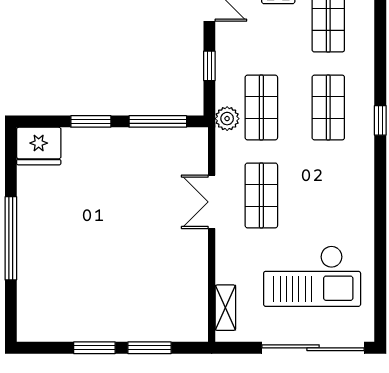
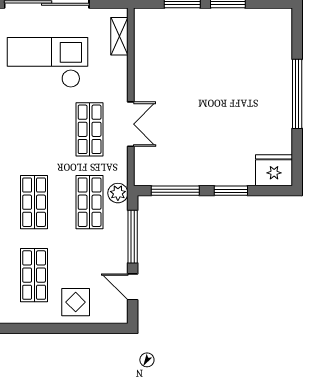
window: (209, 66) -> (133, 237), width x2.17

